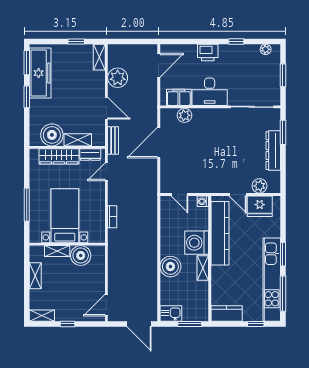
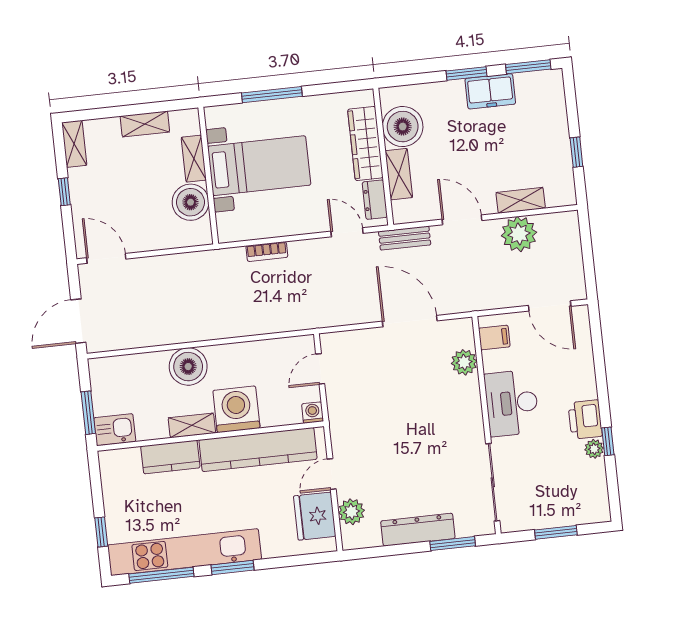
plant: (266, 49) -> (594, 449), moved
printer: (208, 53) -> (585, 420), moved
shelving: (99, 57) -> (521, 200), moved
freezer: (40, 73) -> (490, 91), width x0.52, depth x0.79
filing cabinet: (179, 97) -> (494, 337), width x0.50
door: (106, 108) -> (462, 220), swing flipped
kitchen sink: (171, 313) -> (115, 430), moved, turned -90
kitchen counter: (227, 313) -> (170, 457), moved, turned 90

